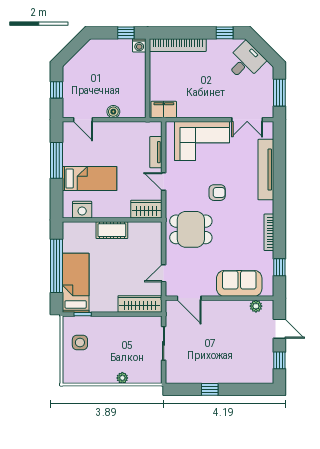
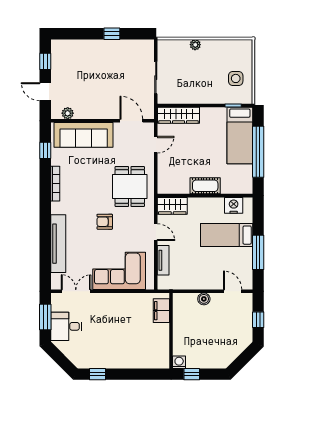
bookcase: (178, 45) -> (142, 362), removed
desk: (245, 61) -> (66, 326), moved, turned 45
filing cabinet: (164, 110) -> (161, 311), moved, turned 90
dining table: (191, 229) -> (130, 187), turned 90
sofa: (239, 283) -> (84, 135), width x1.36

